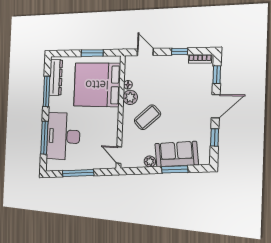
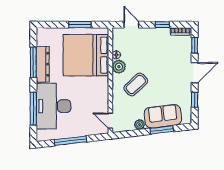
dresser: (56, 78) -> (43, 64), moved

